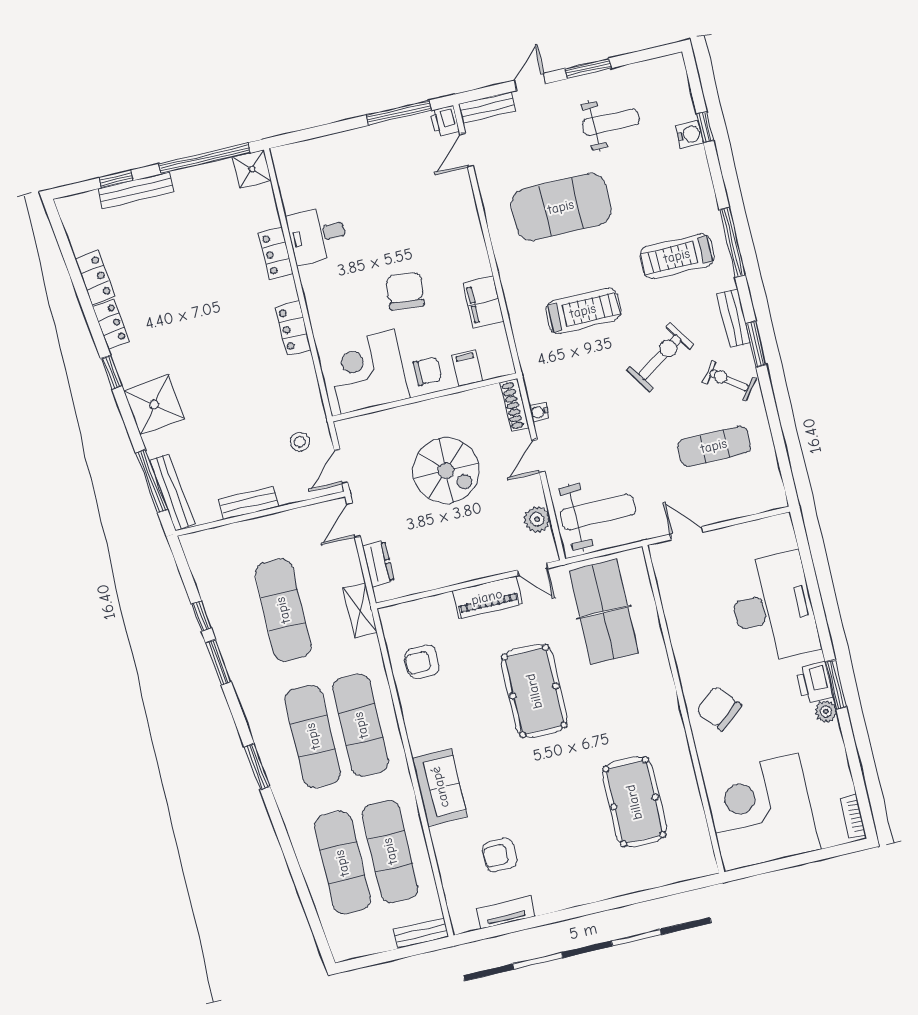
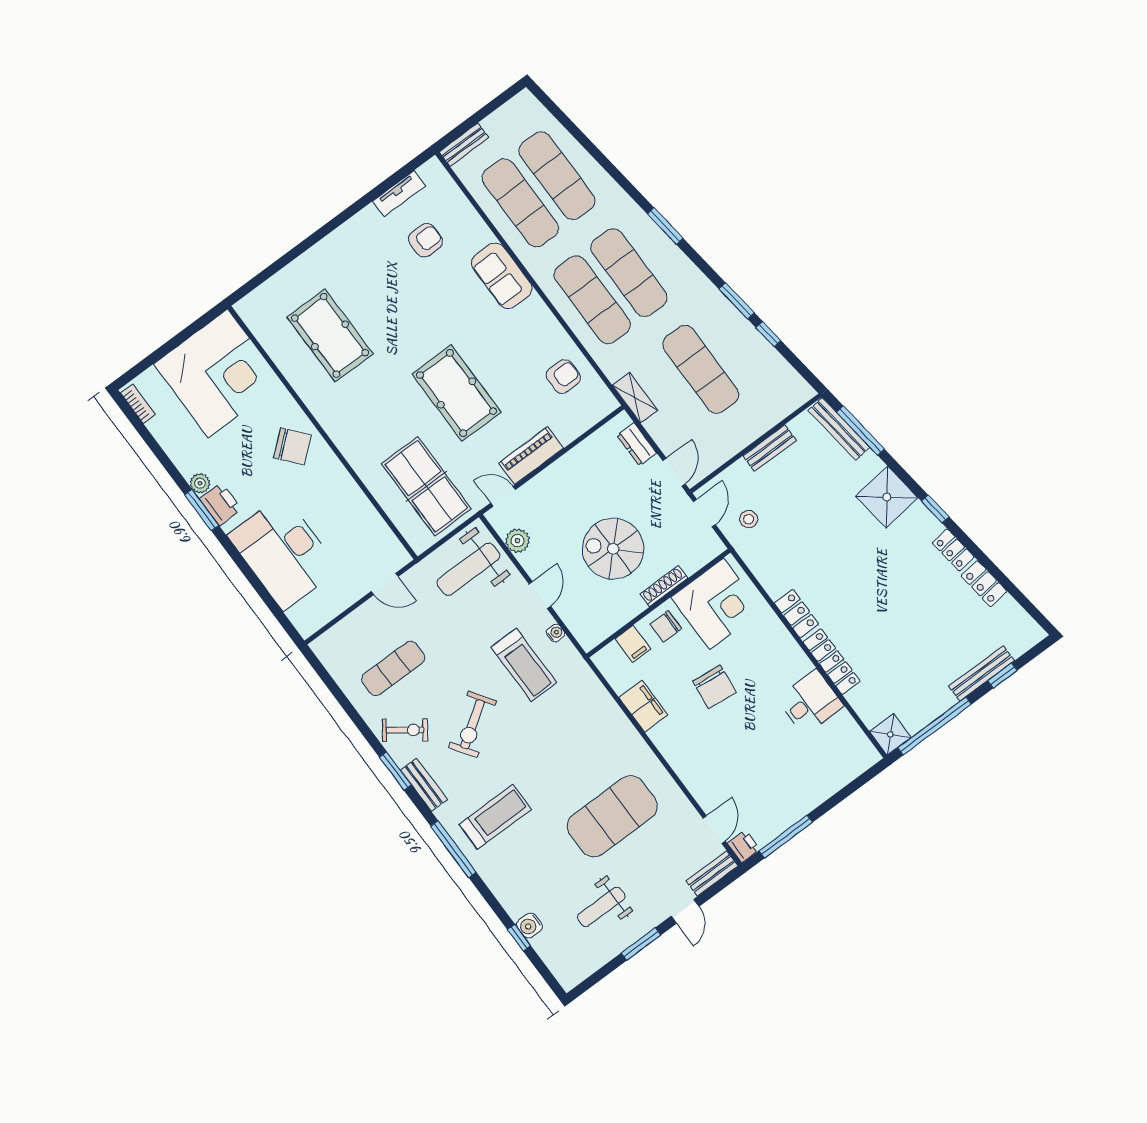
locker: (276, 253) -> (832, 662), width x1.53
treadmill: (583, 311) -> (524, 665), moved, turned -90
shoe rack: (515, 405) -> (664, 586), moved, turned -90

